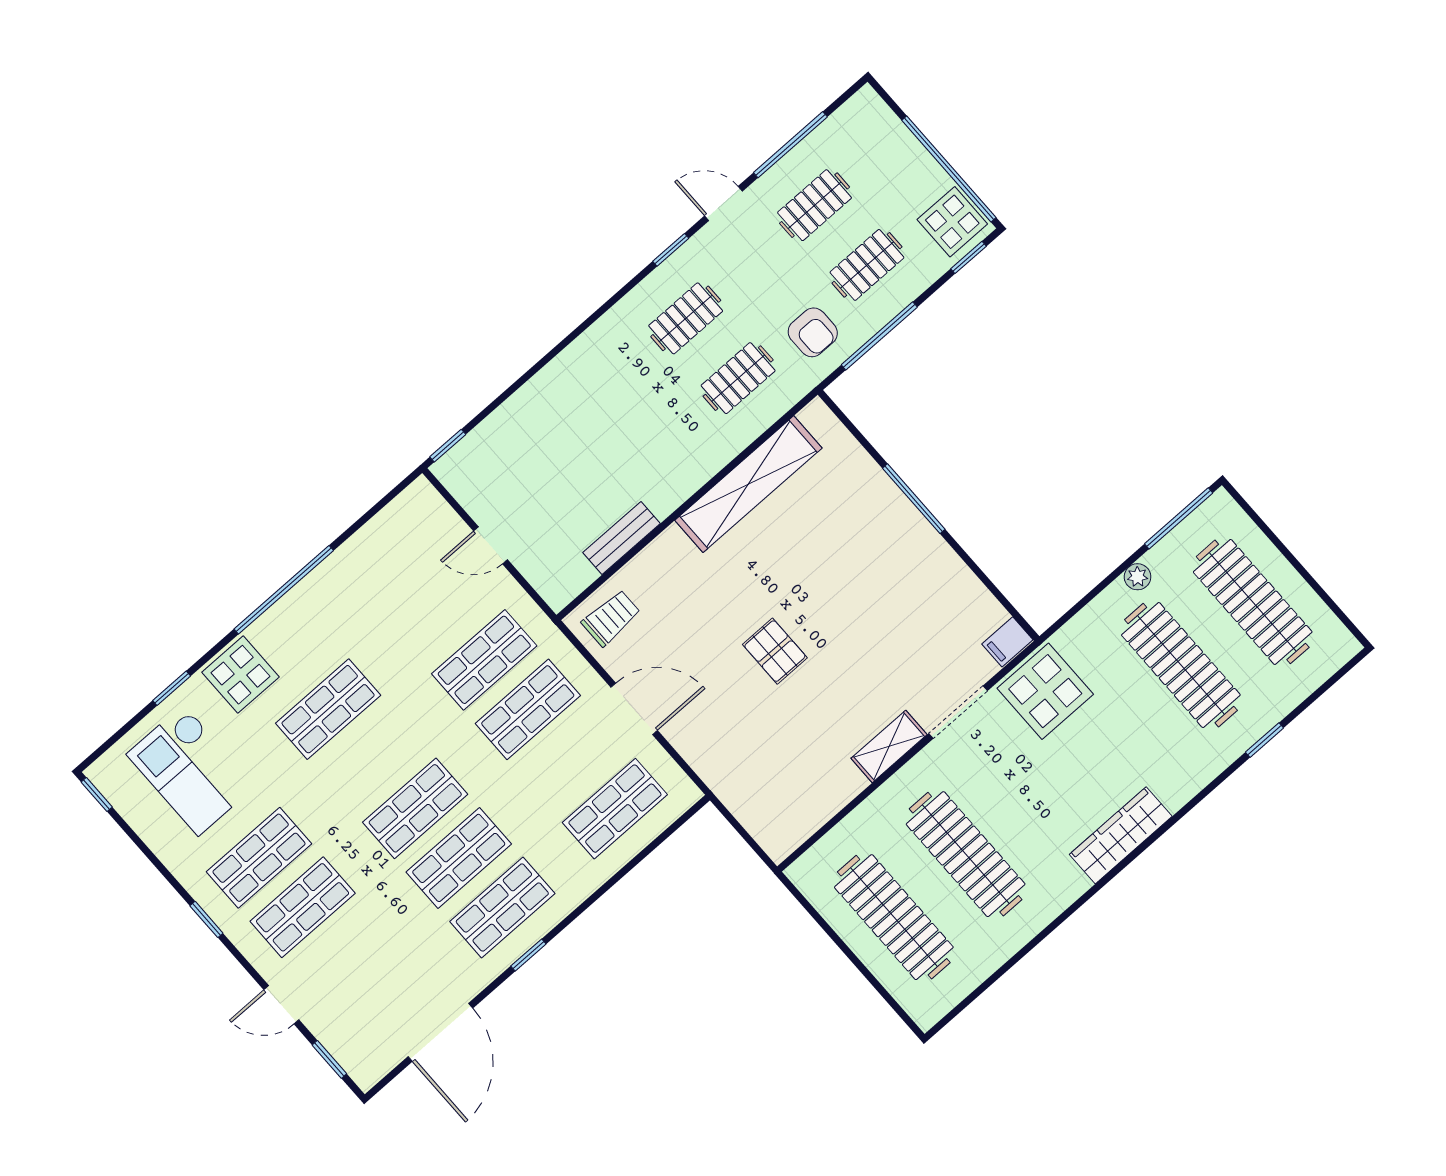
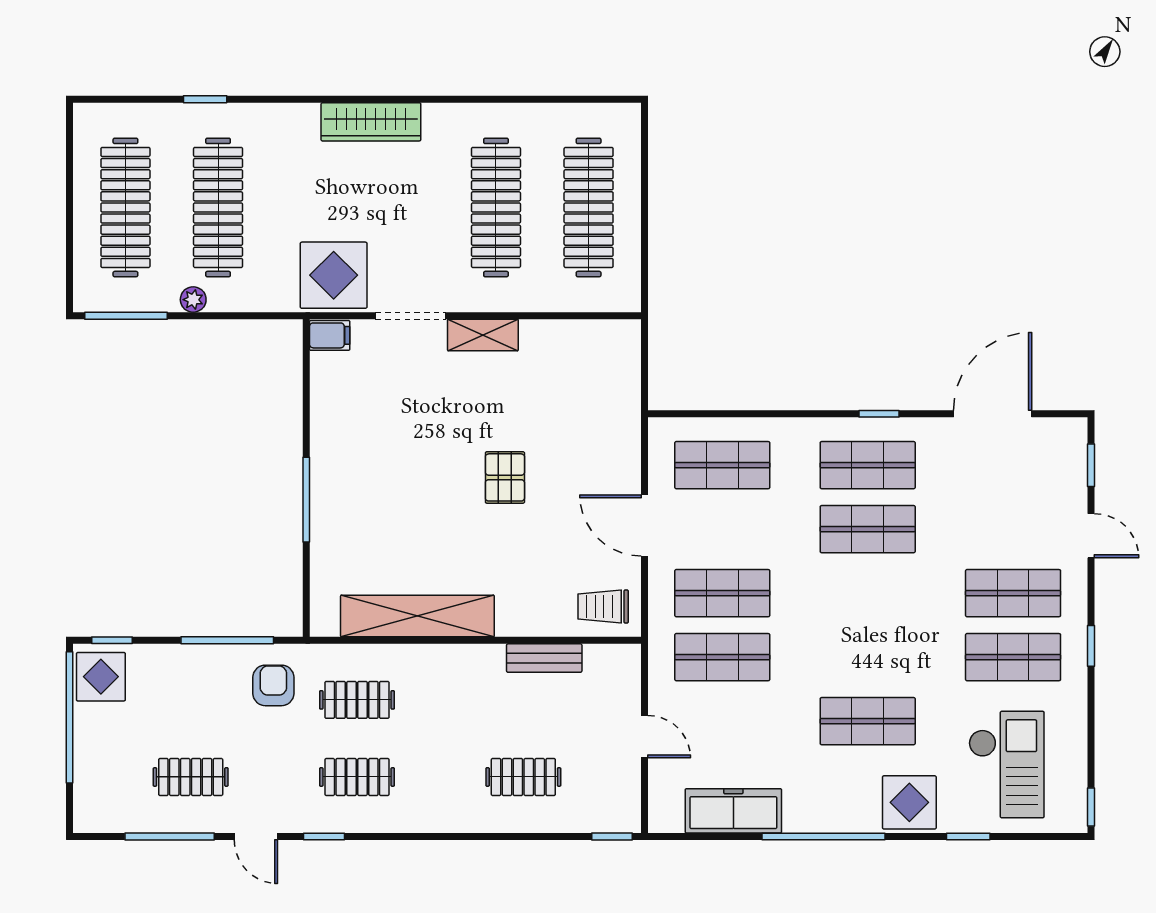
clothes rail: (867, 265) -> (523, 777), moved
freezer: (371, 548) -> (733, 811), added
shop shelf: (415, 808) -> (868, 593), removed

